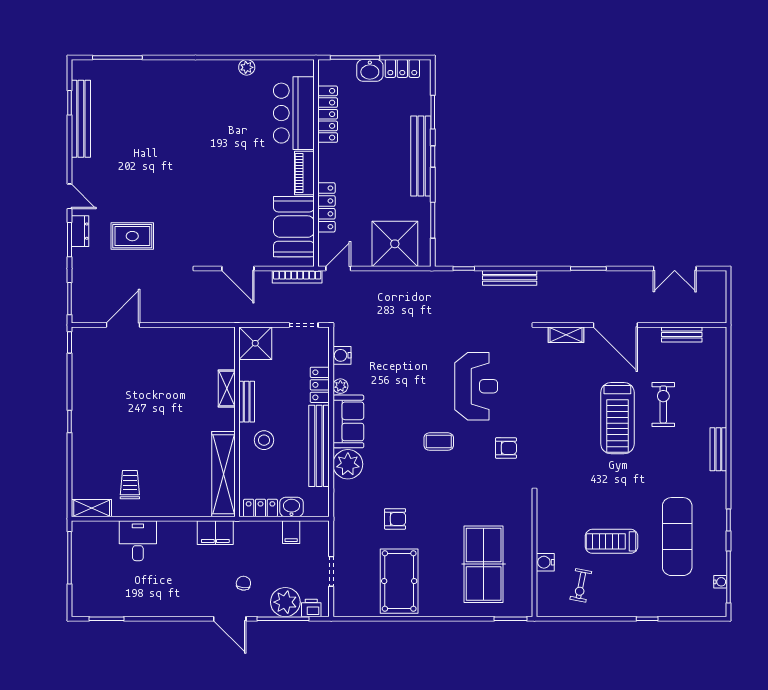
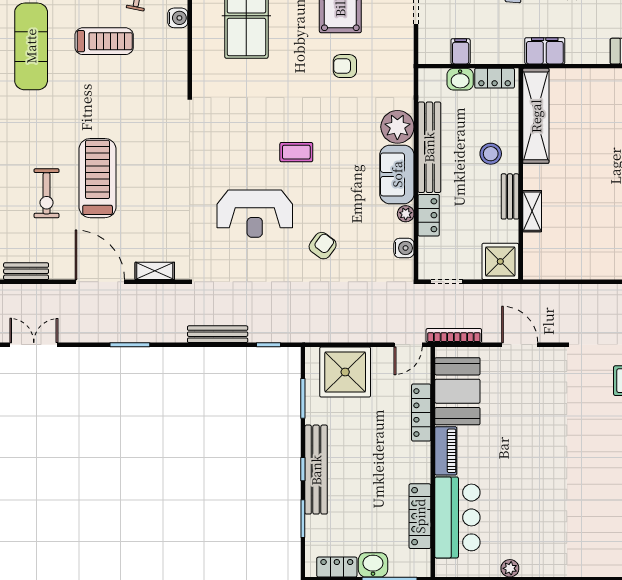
reception desk: (476, 386) -> (255, 214), turned -90
armchair: (506, 448) -> (323, 246), moved, turned 127

